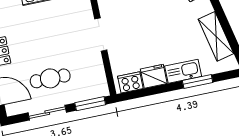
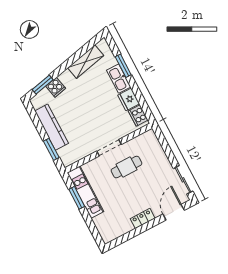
cafe table: (50, 78) -> (127, 167), moved, turned 90
window: (90, 104) -> (163, 141), removed
sliding door: (47, 113) -> (183, 180), moved

